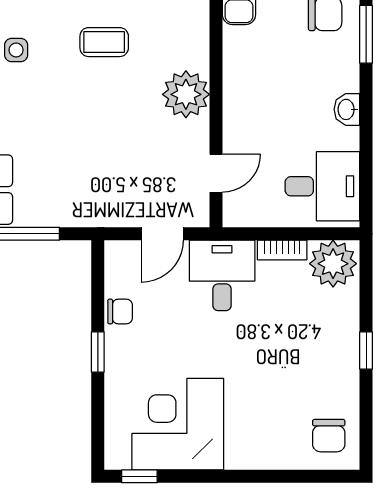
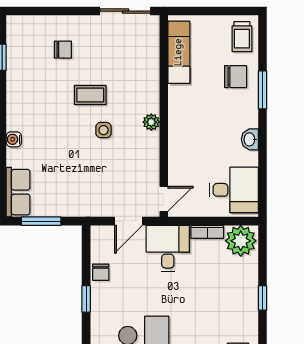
side table: (16, 50) -> (104, 130), moved
plant: (186, 94) -> (151, 122), width x0.53, depth x0.53
door: (216, 173) -> (164, 199), moved
chair: (120, 312) -> (101, 272), turned 90

